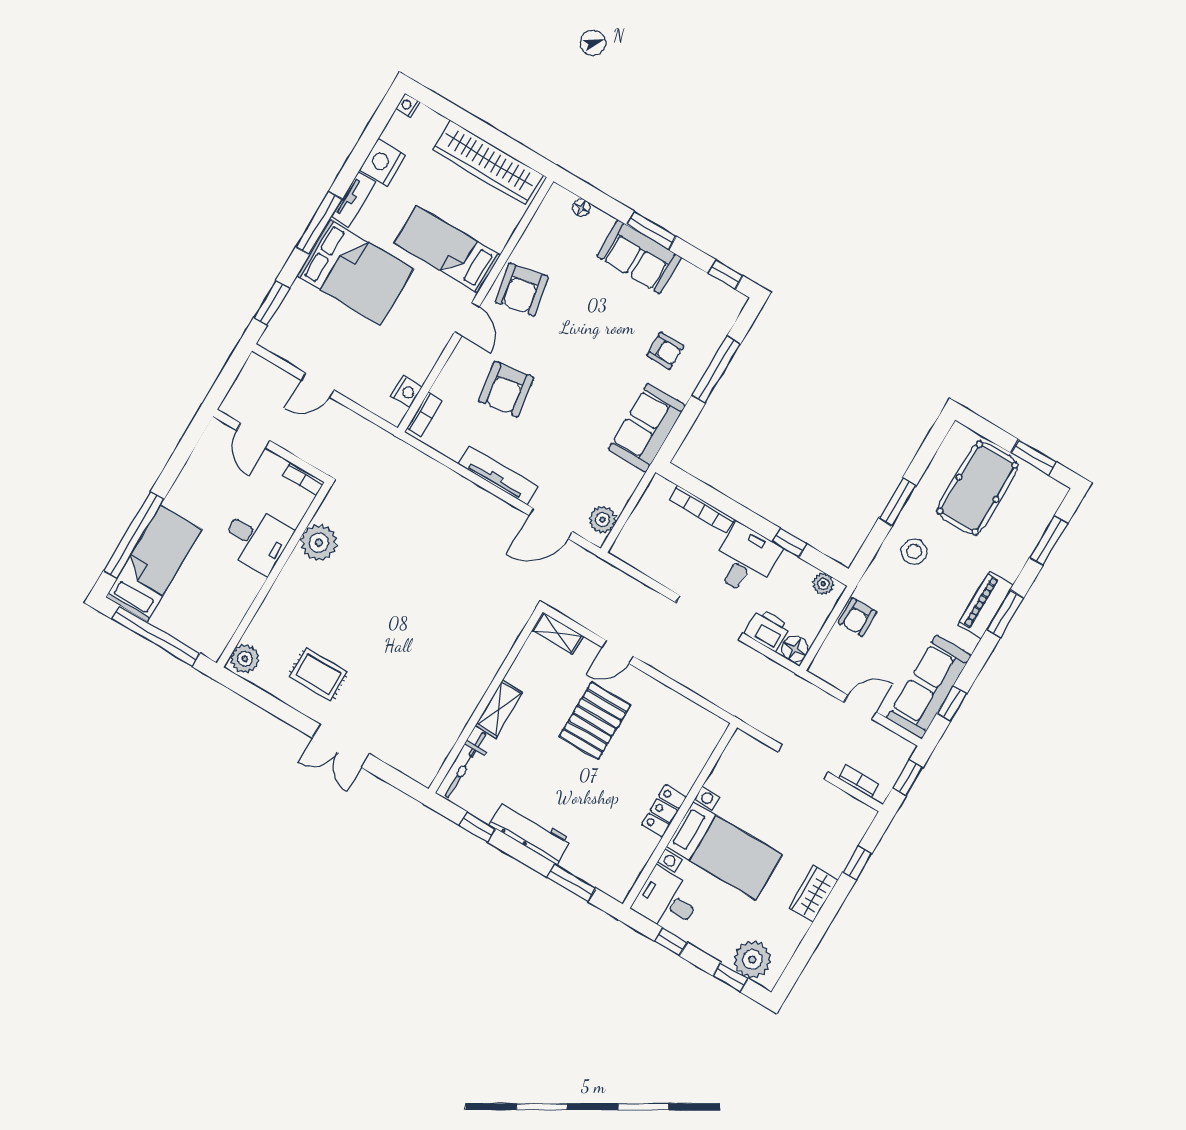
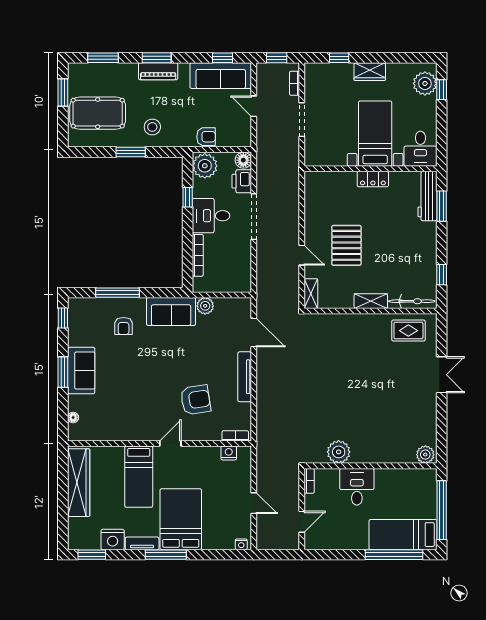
nightstand: (408, 105) -> (241, 544), moved
armchair: (522, 289) -> (136, 423), removed
window: (271, 303) -> (92, 555), moved
armchair: (665, 351) -> (124, 326), turned 180
plant: (602, 520) -> (205, 306), moved
plant: (823, 584) -> (205, 166), width x1.88, depth x1.88
rug: (318, 674) -> (408, 331), moved, turned 90
pallet: (595, 721) -> (346, 245), turned 90
workbench: (531, 832) -> (427, 196), moved
window: (671, 942) -> (442, 133), removed

